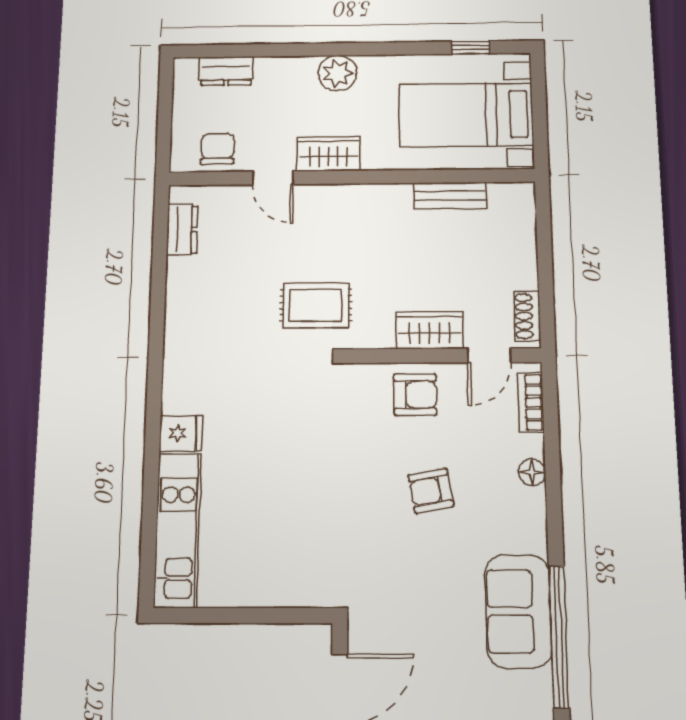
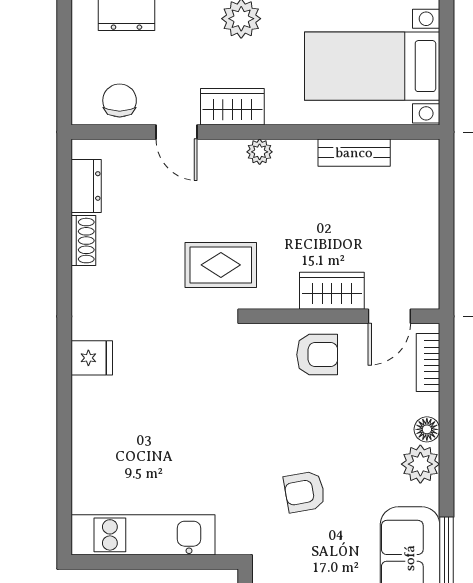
plant: (355, 196) -> (260, 152), added
shoe rack: (527, 316) -> (83, 241), moved, turned 180
fridge: (181, 433) -> (92, 358), moved
armchair: (431, 491) -> (305, 492), moved
plant: (526, 509) -> (420, 464), added
kitchen unit: (177, 530) -> (143, 535), moved, turned -90

